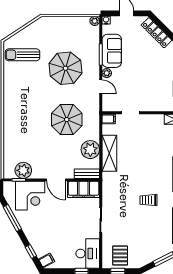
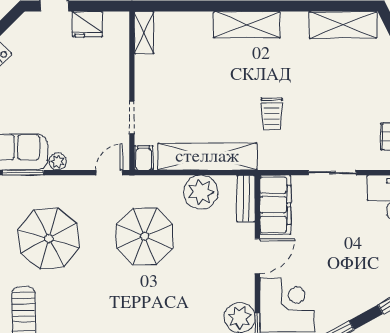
door: (101, 87) -> (109, 173), moved
shelving: (109, 153) -> (207, 157), width x1.47
trolley: (148, 200) -> (272, 114), moved

